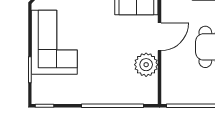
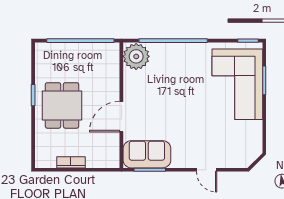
corner sofa: (54, 42) -> (237, 84), moved
plant: (146, 65) -> (136, 56), moved

